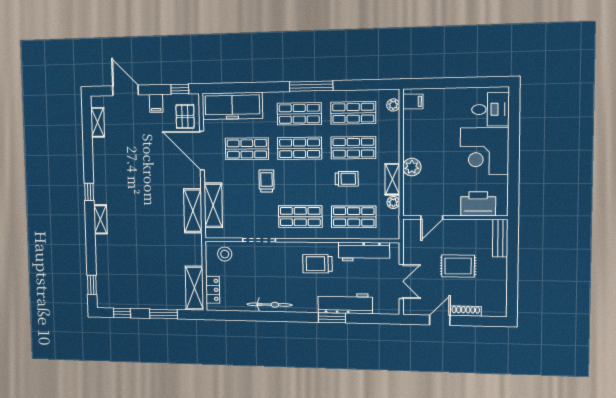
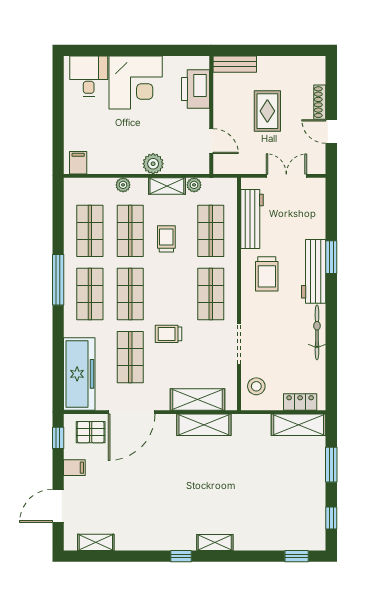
plant: (393, 105) -> (123, 185), moved
workbench: (345, 303) -> (314, 271), moved

